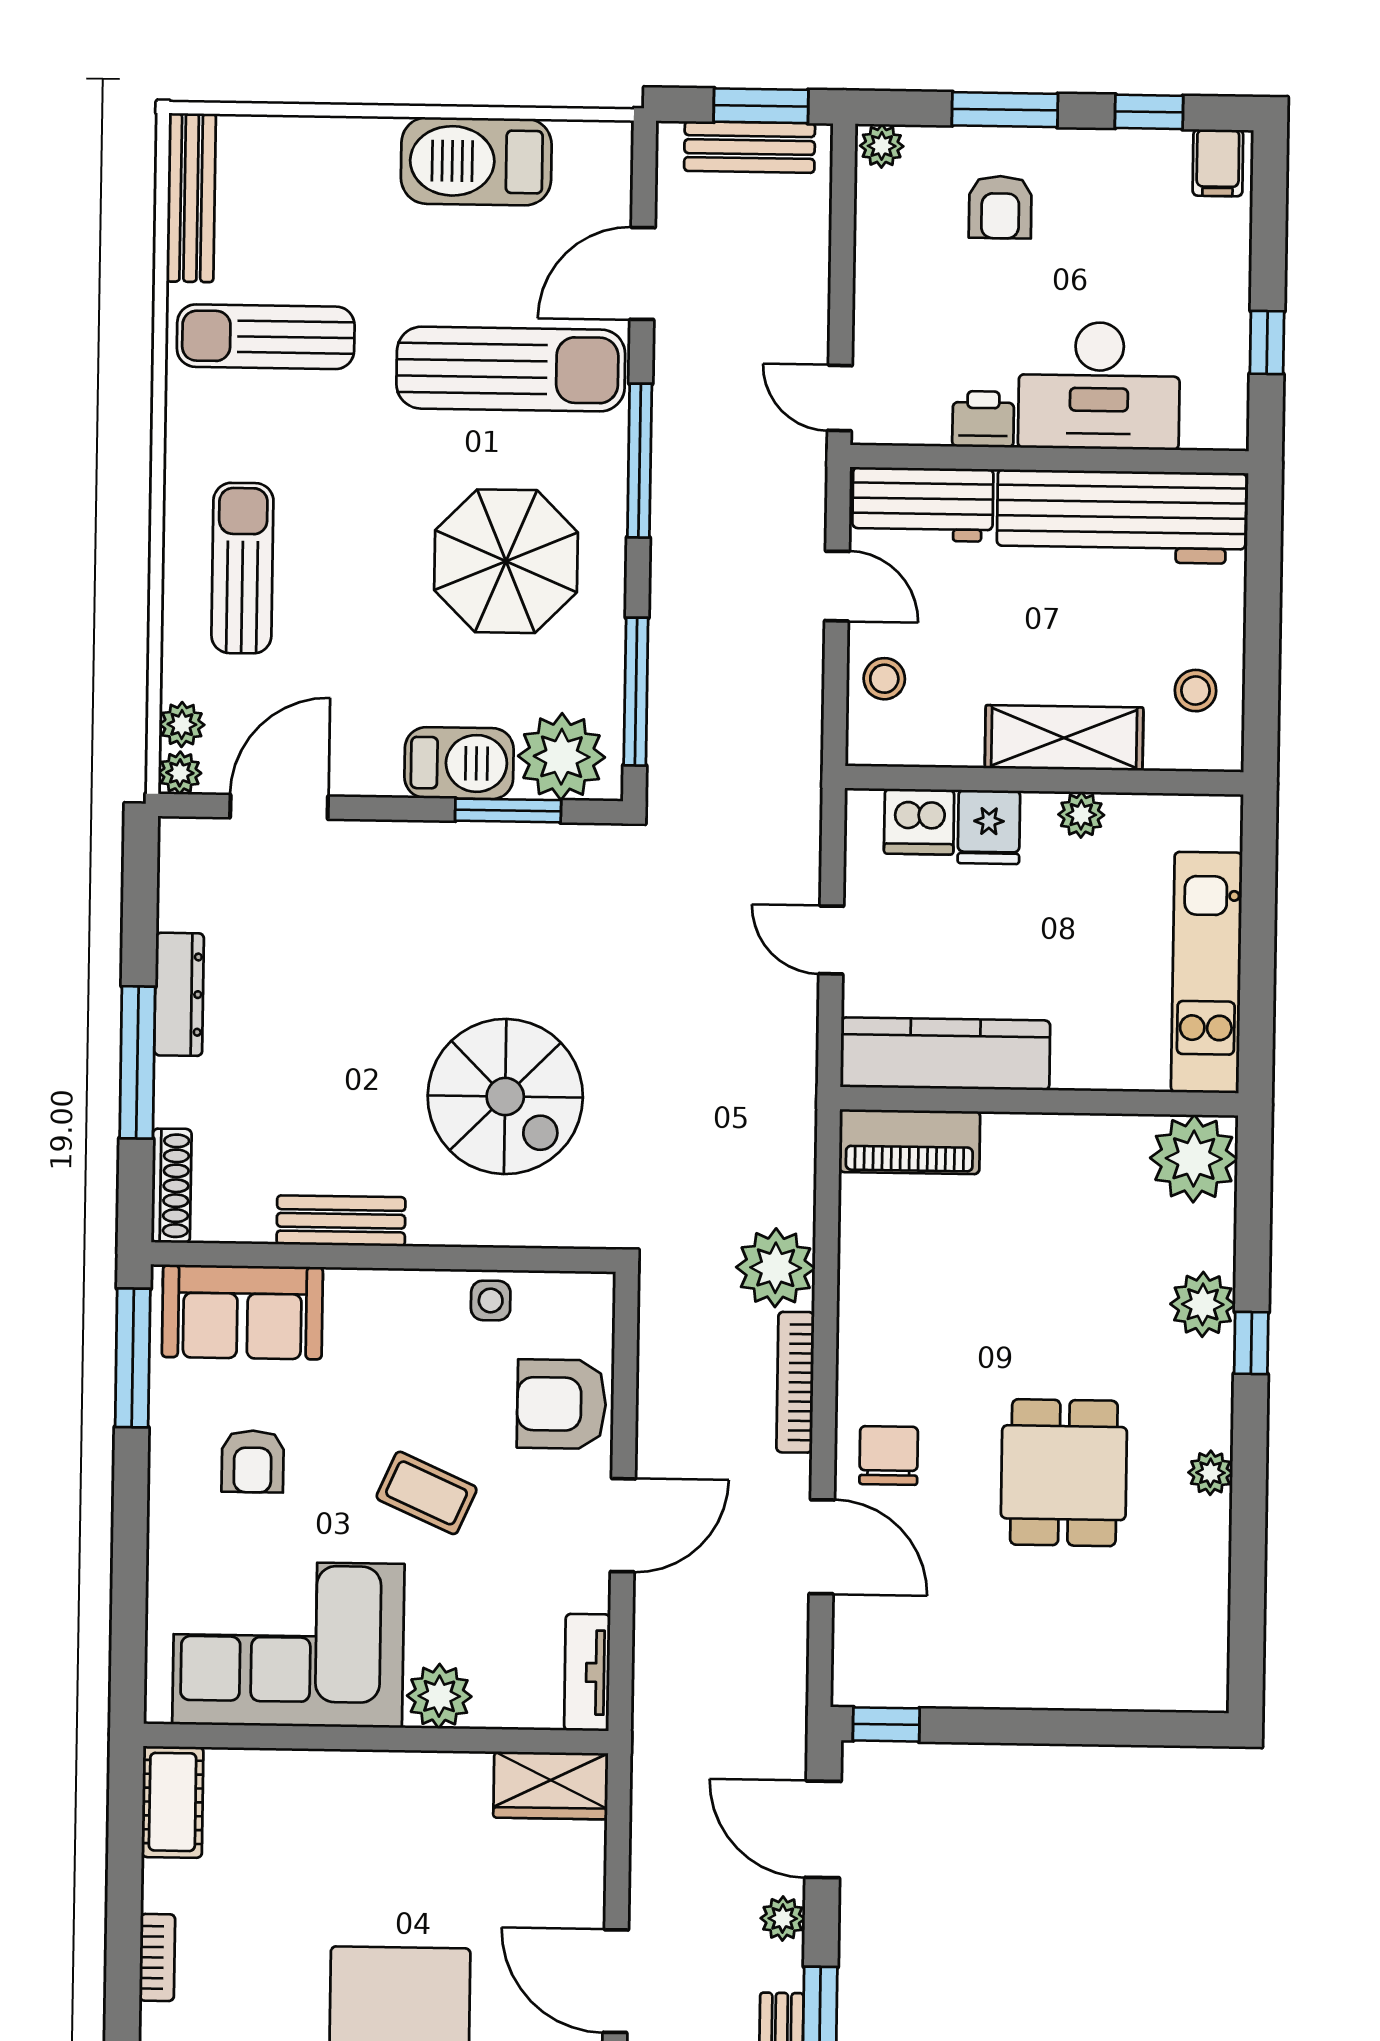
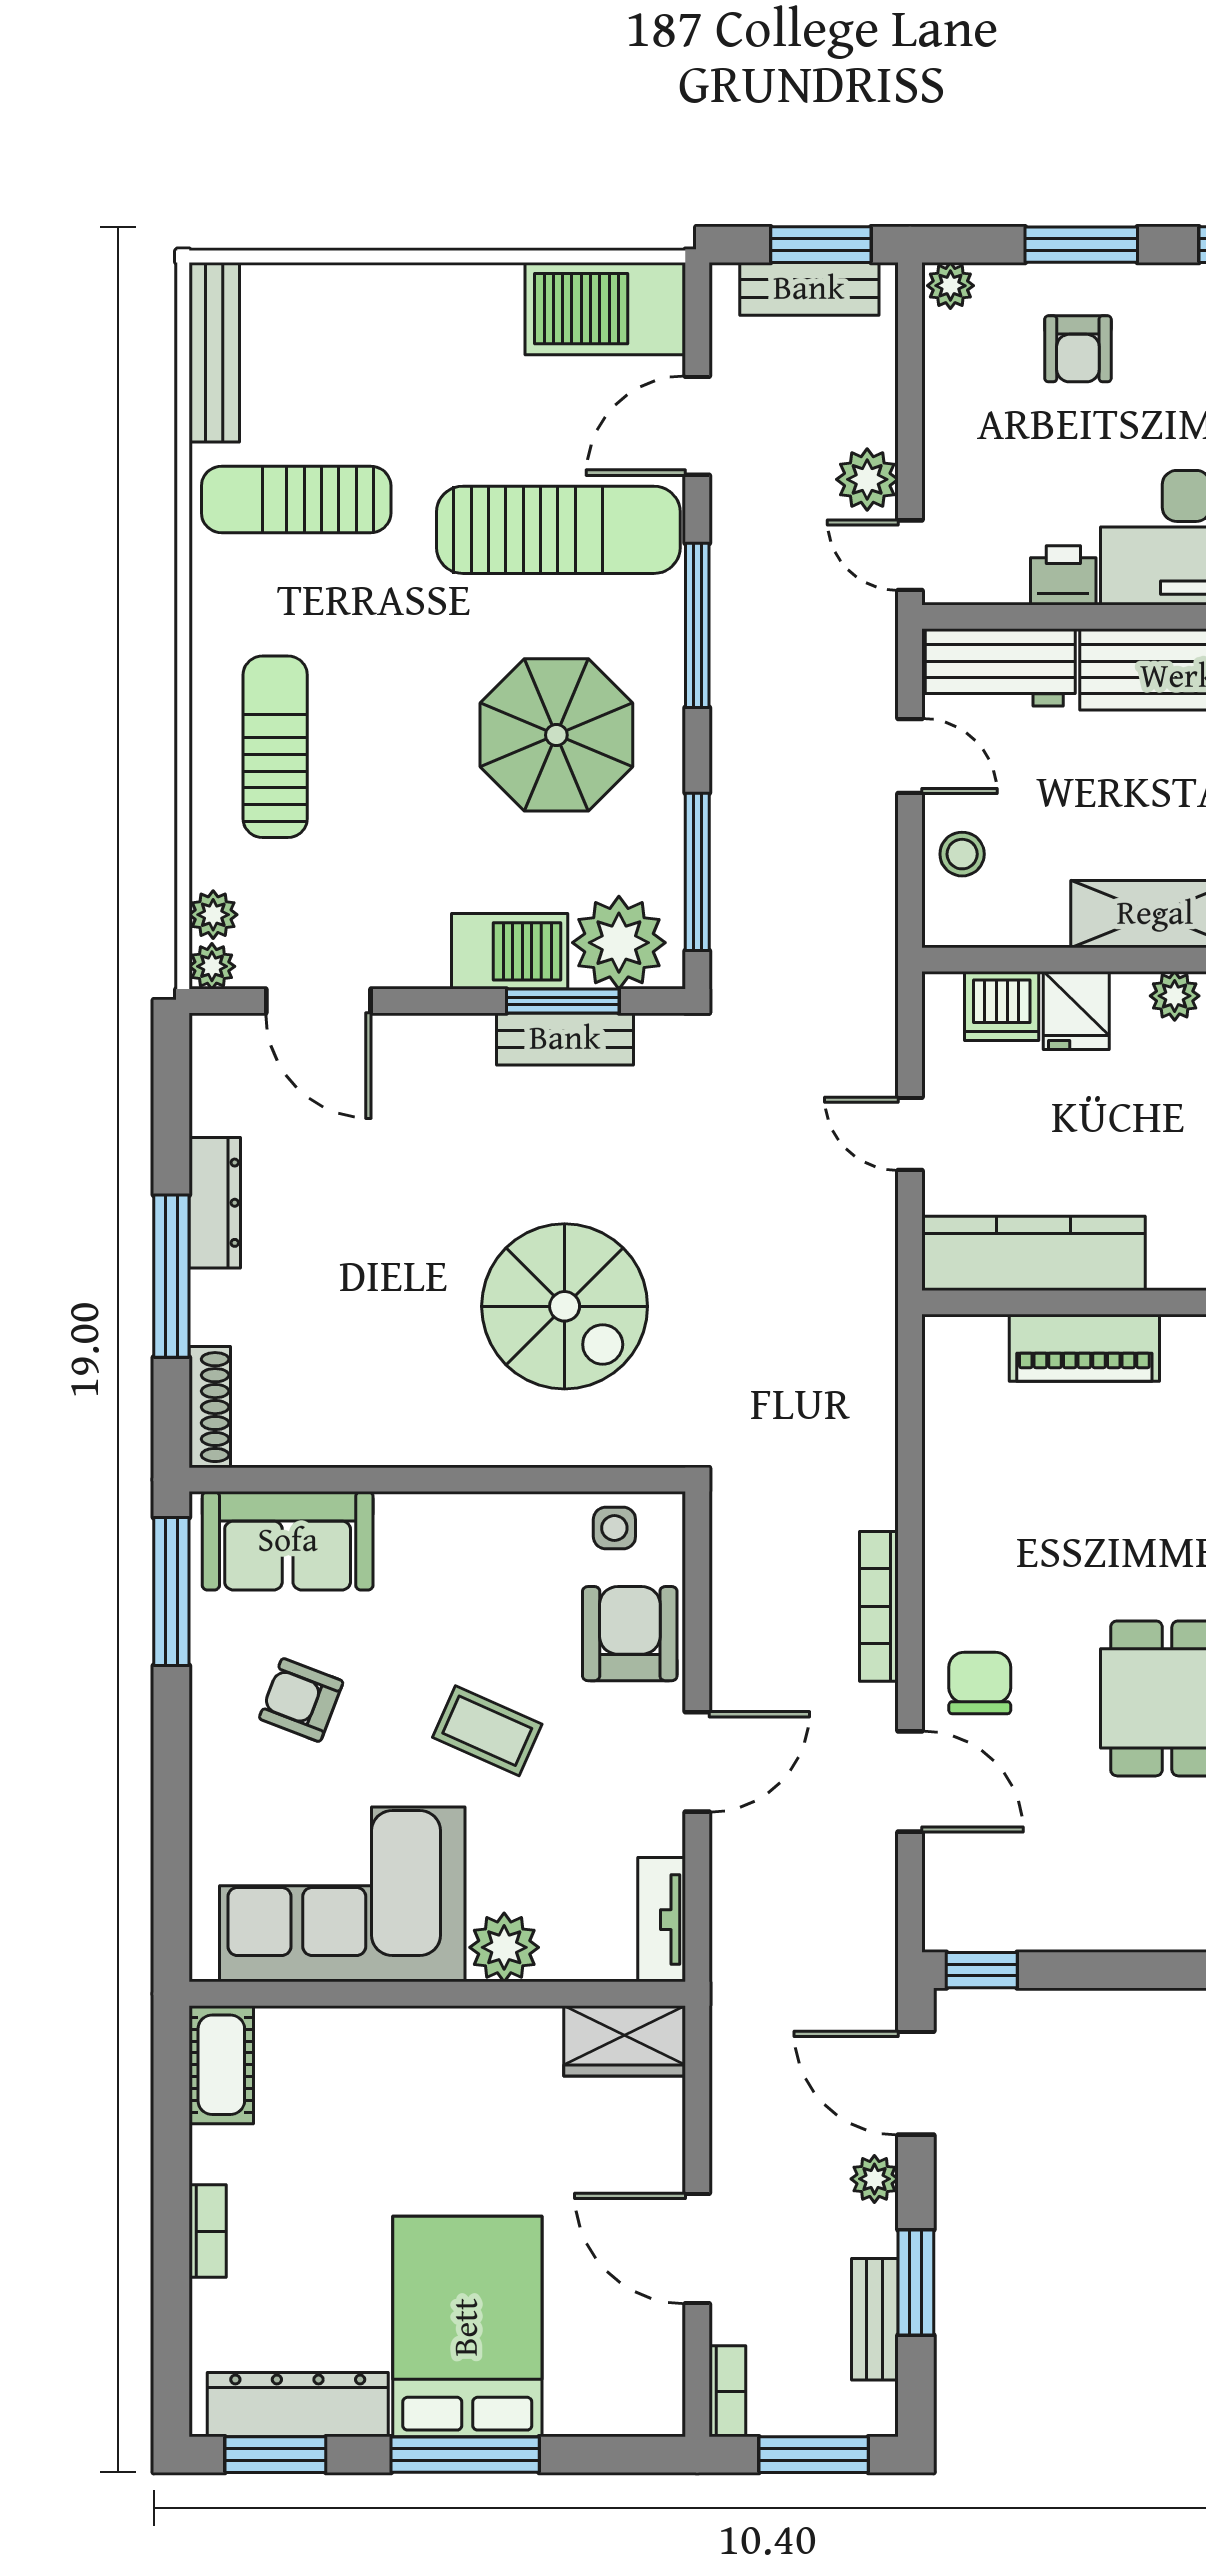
barbecue: (476, 161) -> (605, 309), moved
door: (279, 807) -> (318, 1001), swing flipped
piano: (910, 1142) -> (1084, 1348), moved
bench: (341, 1221) -> (565, 1039), moved
plant: (776, 1268) -> (867, 479), moved, width x0.73, depth x0.73
side table: (491, 1300) -> (614, 1528), moved
armchair: (562, 1404) -> (630, 1634), turned 90
armchair: (253, 1461) -> (301, 1700), turned 111

